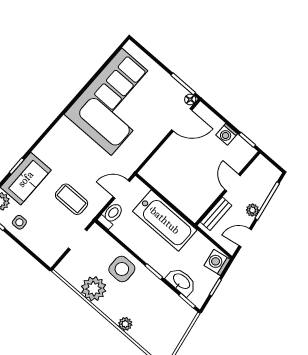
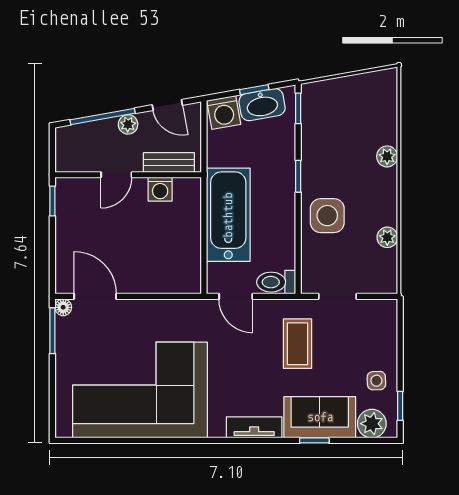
washing machine: (227, 134) -> (160, 189), moved, turned 90
tv unit: (49, 142) -> (254, 427), added
washbasin: (181, 282) -> (262, 105), moved, turned -100
plant: (94, 289) -> (387, 237), width x0.53, depth x0.53

